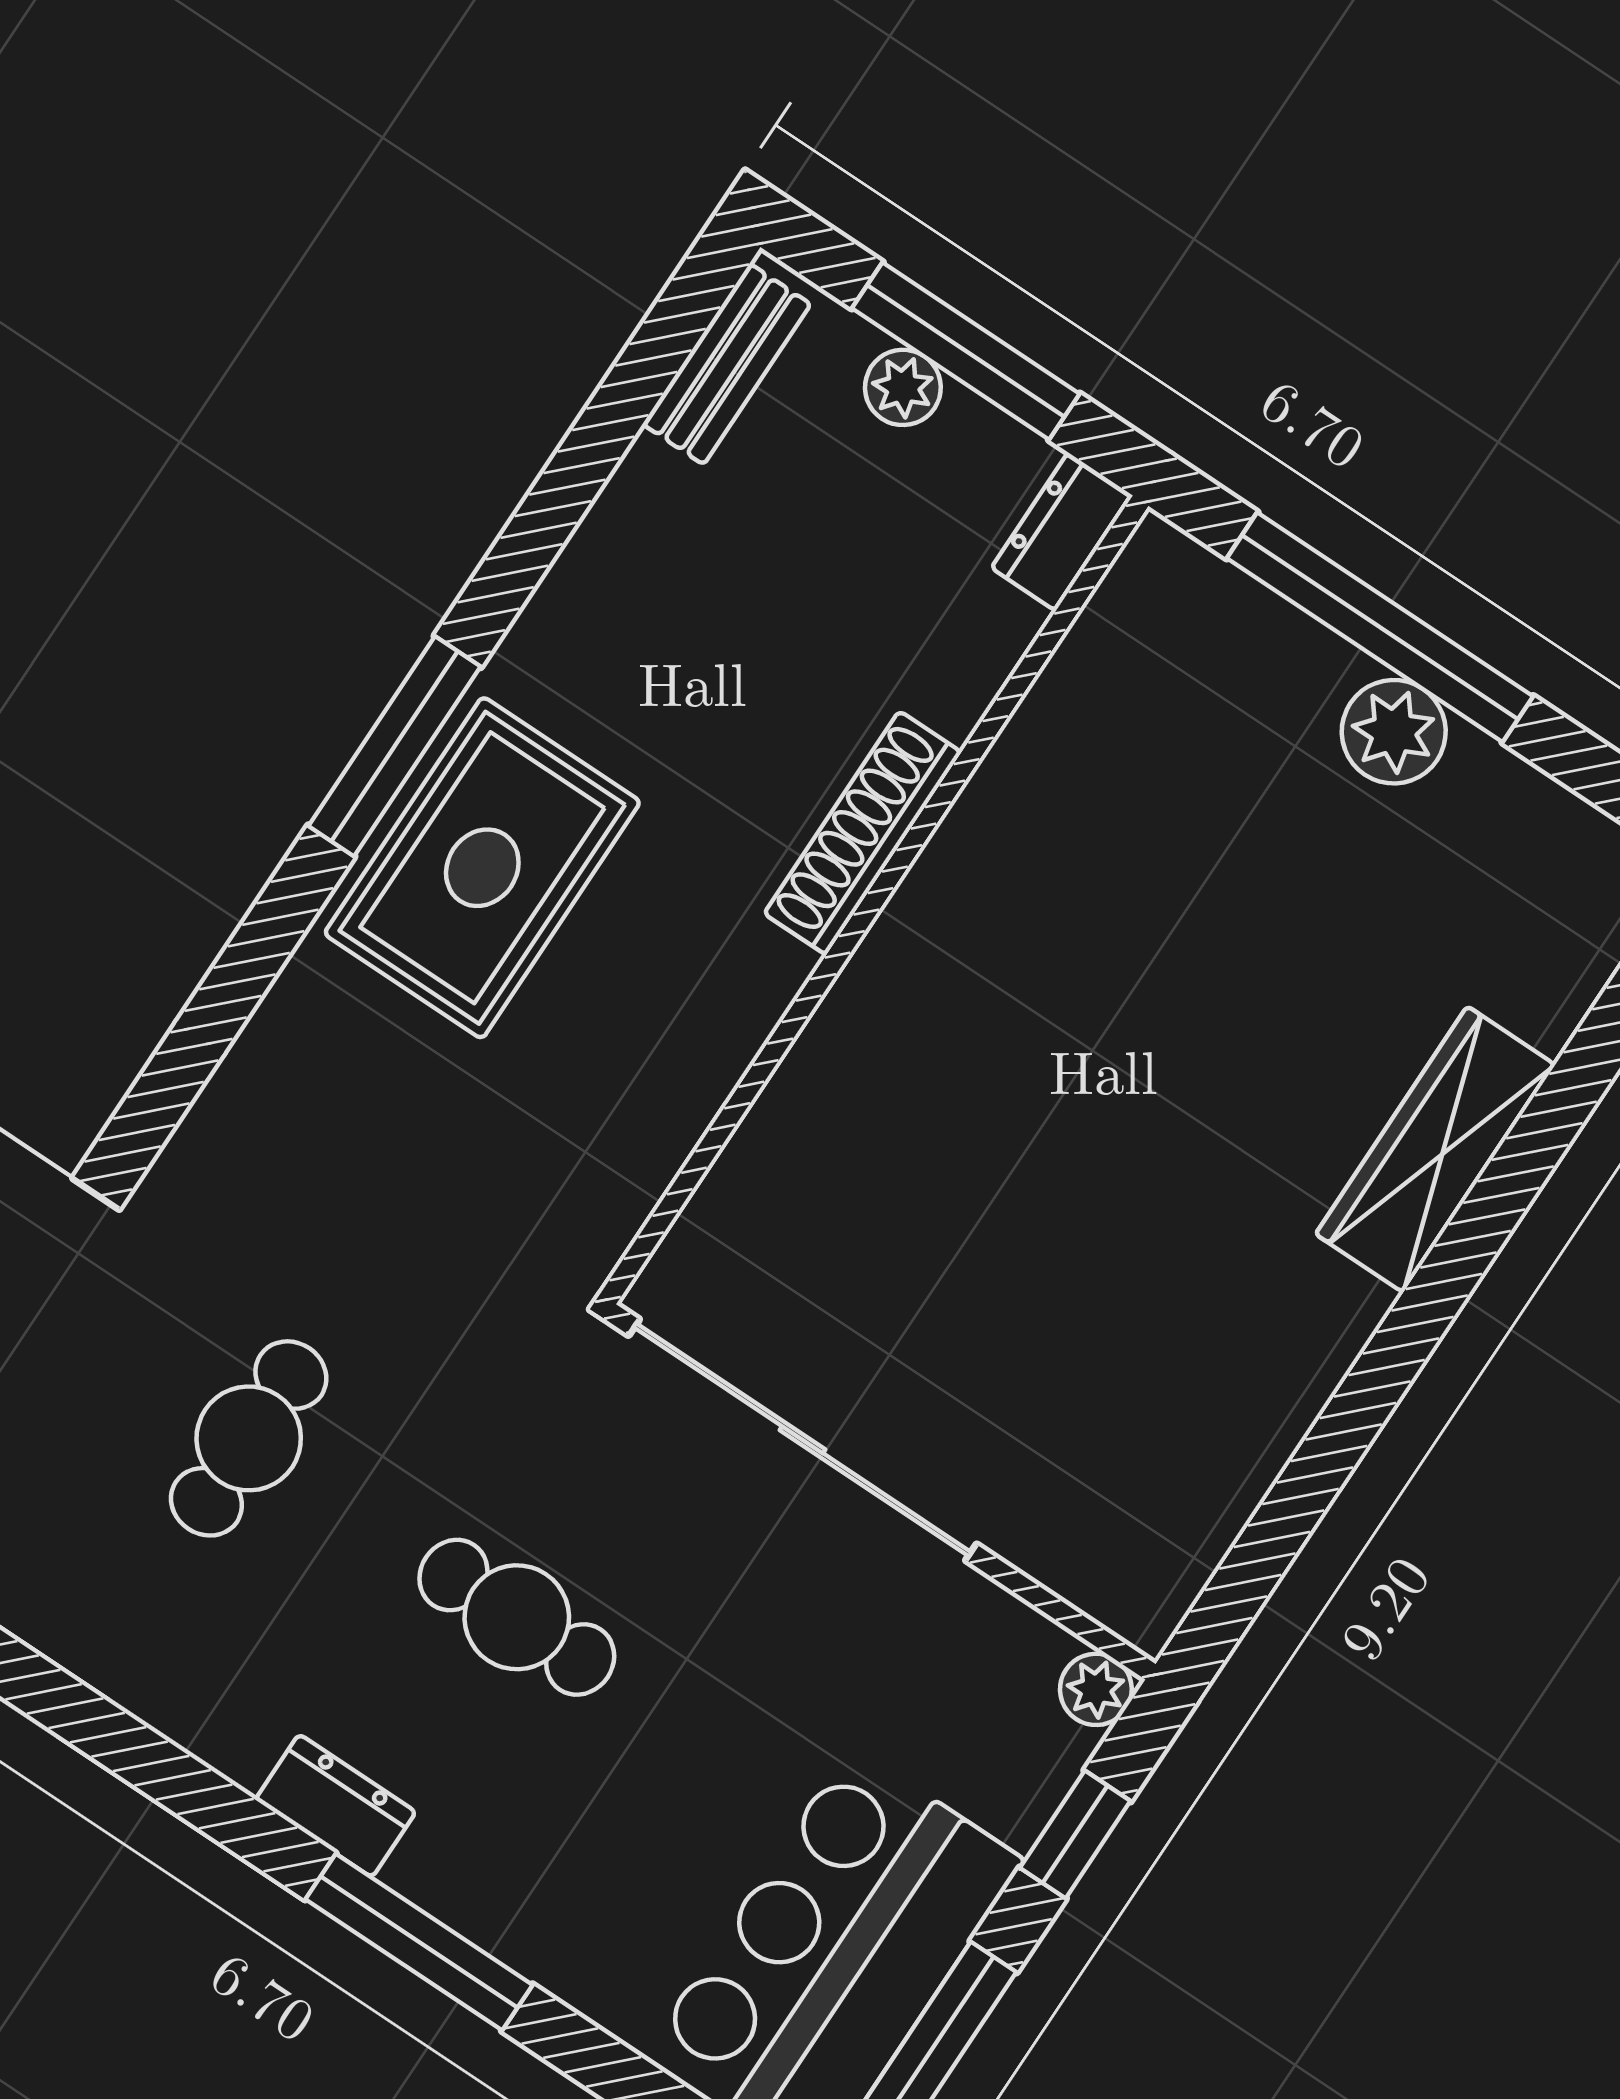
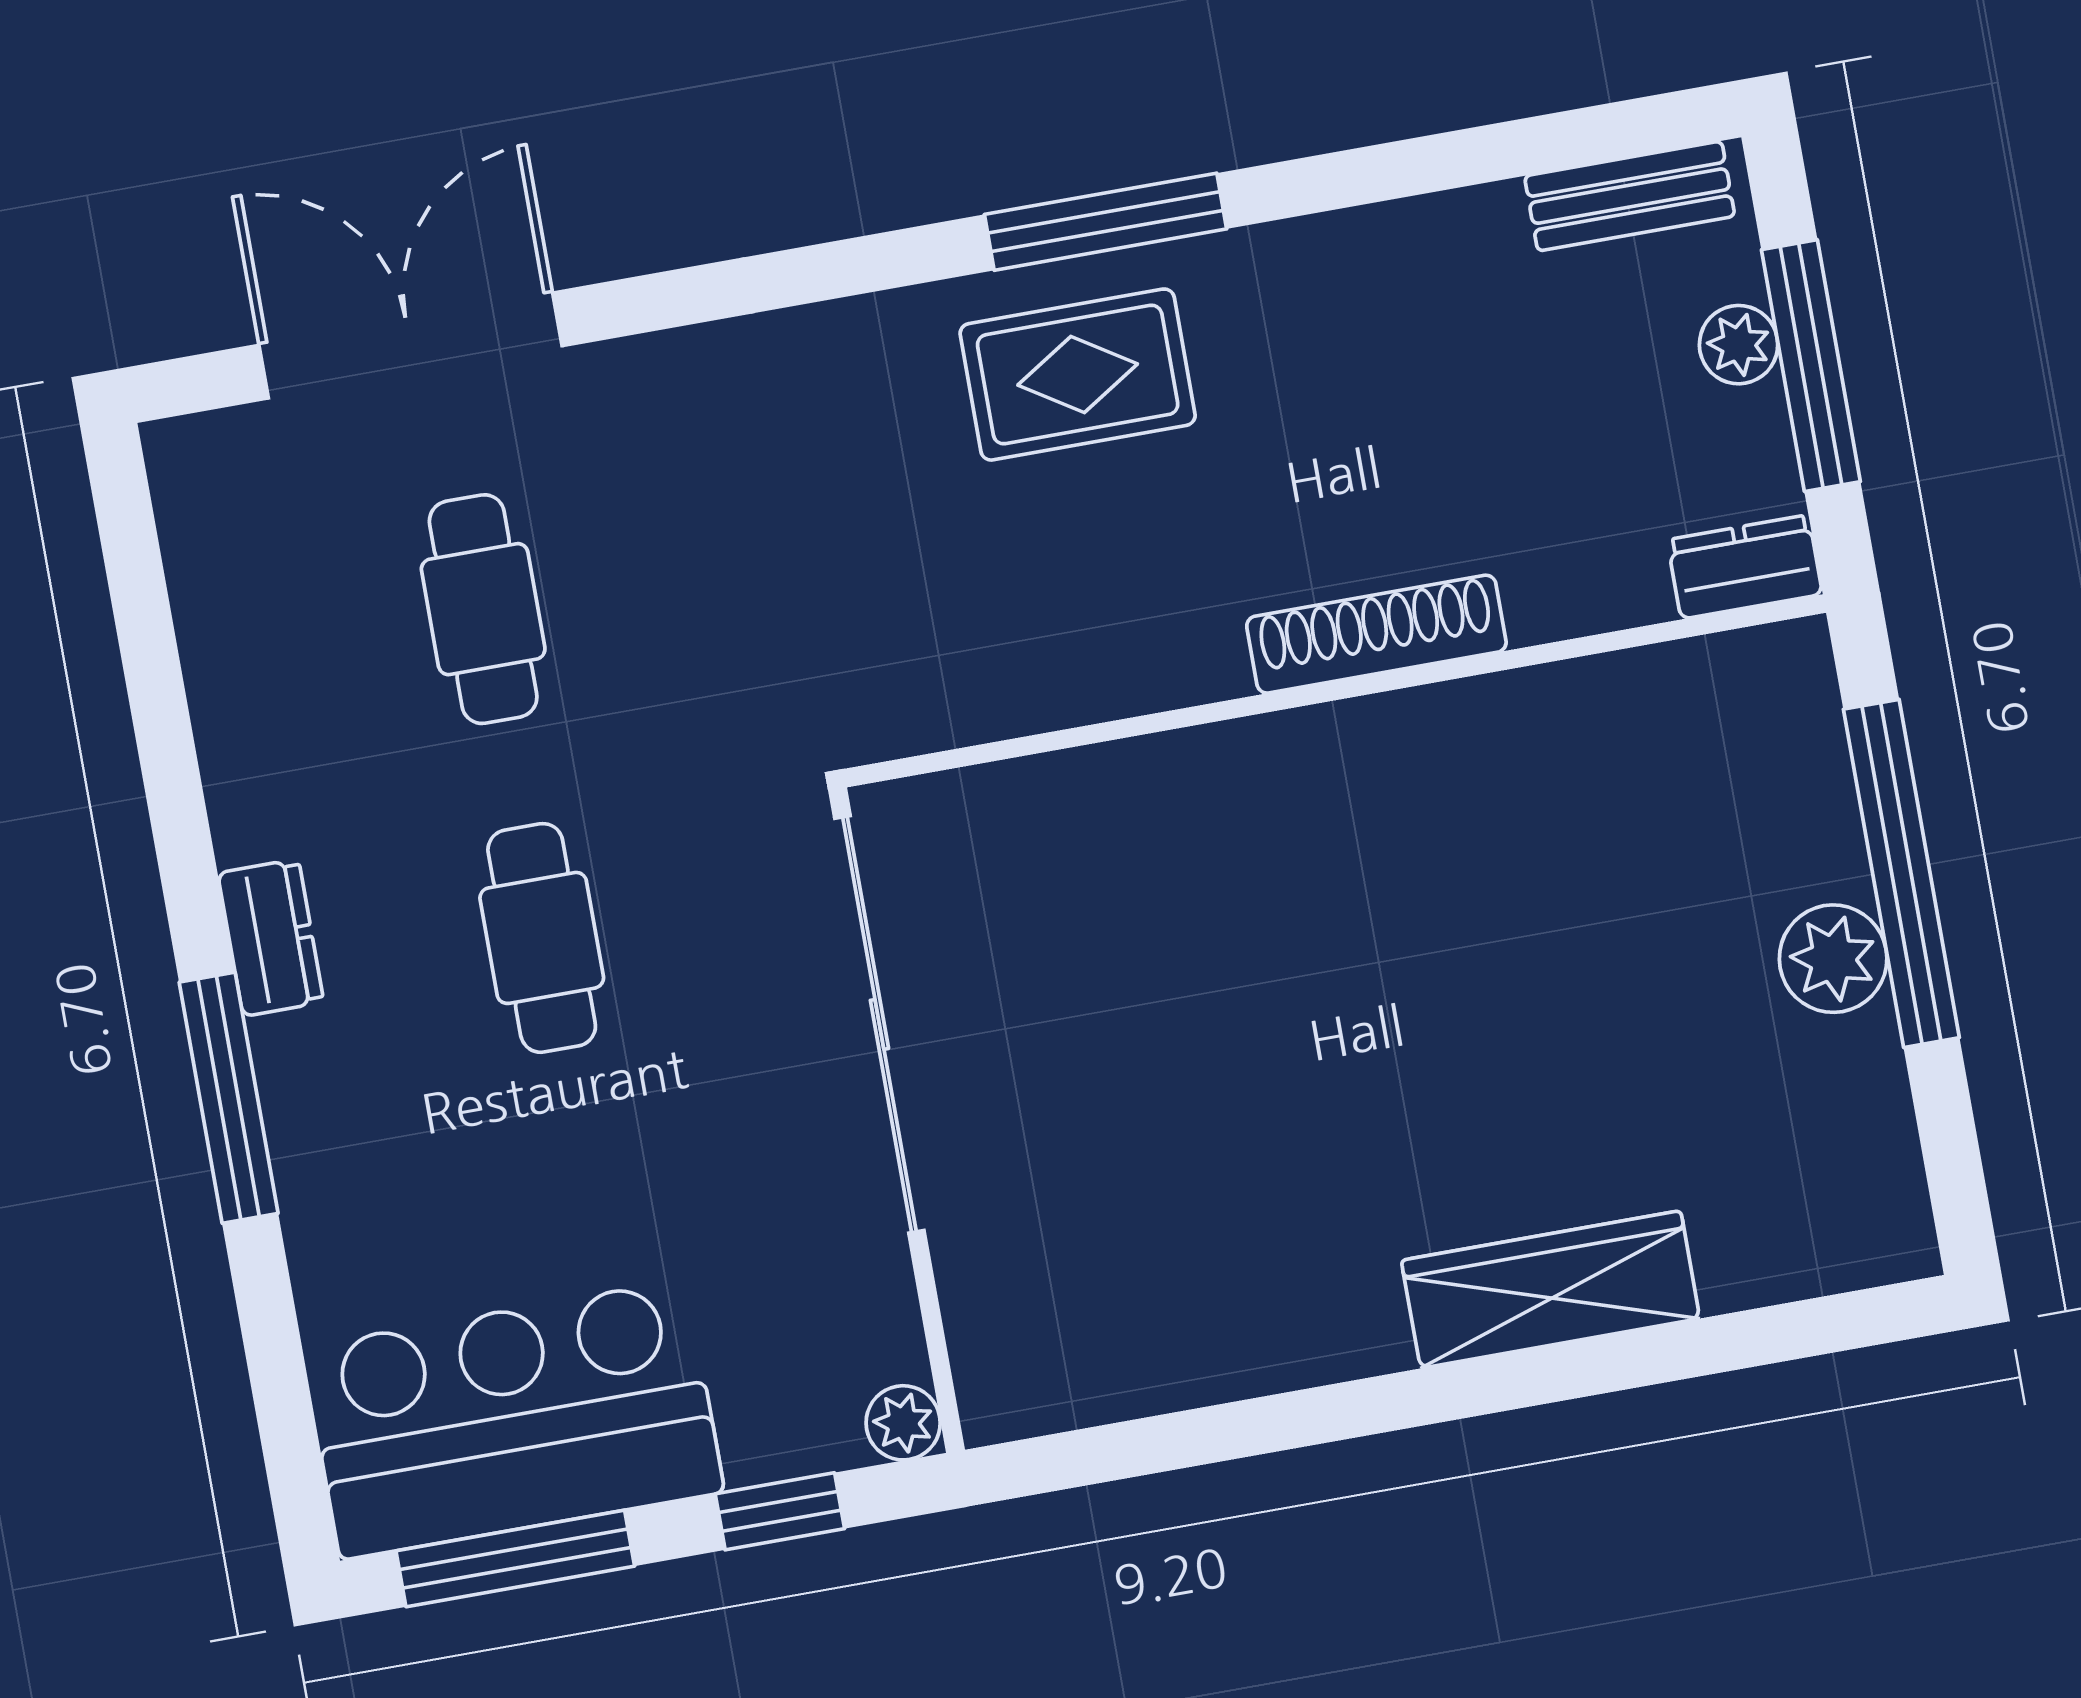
rug: (482, 868) -> (1078, 375), width x0.73, depth x0.70
cafe table: (249, 1438) -> (483, 609), turned 90

